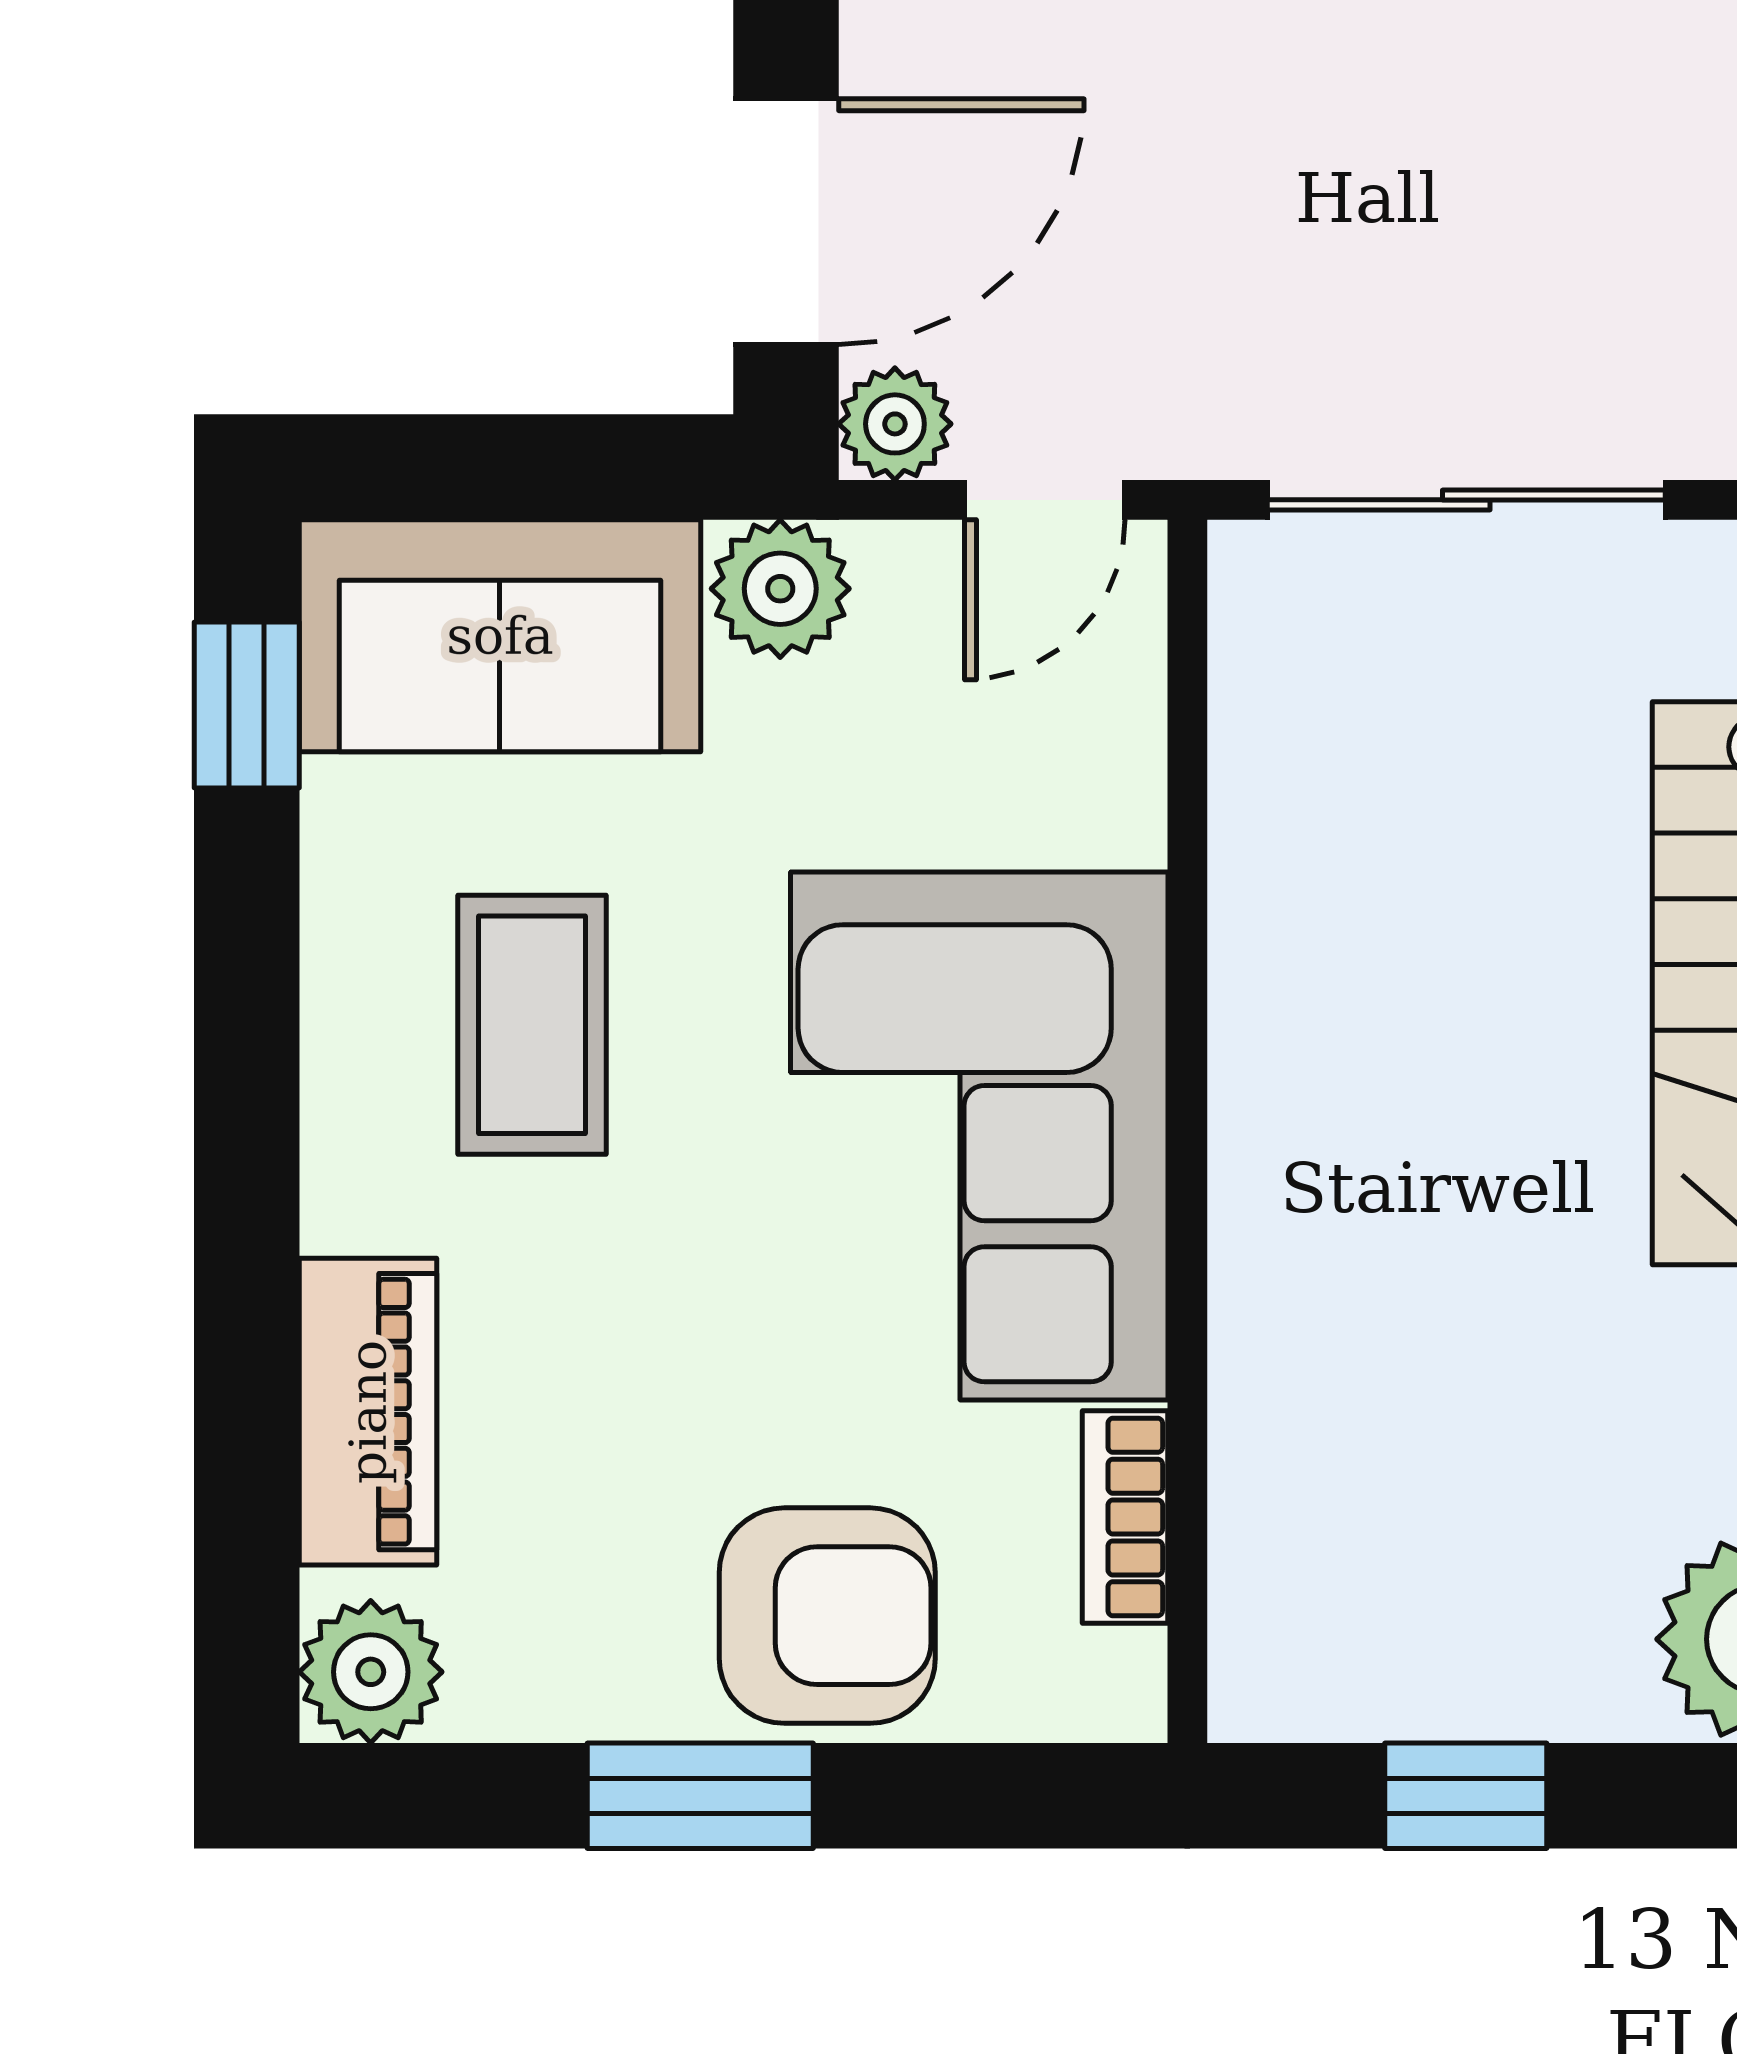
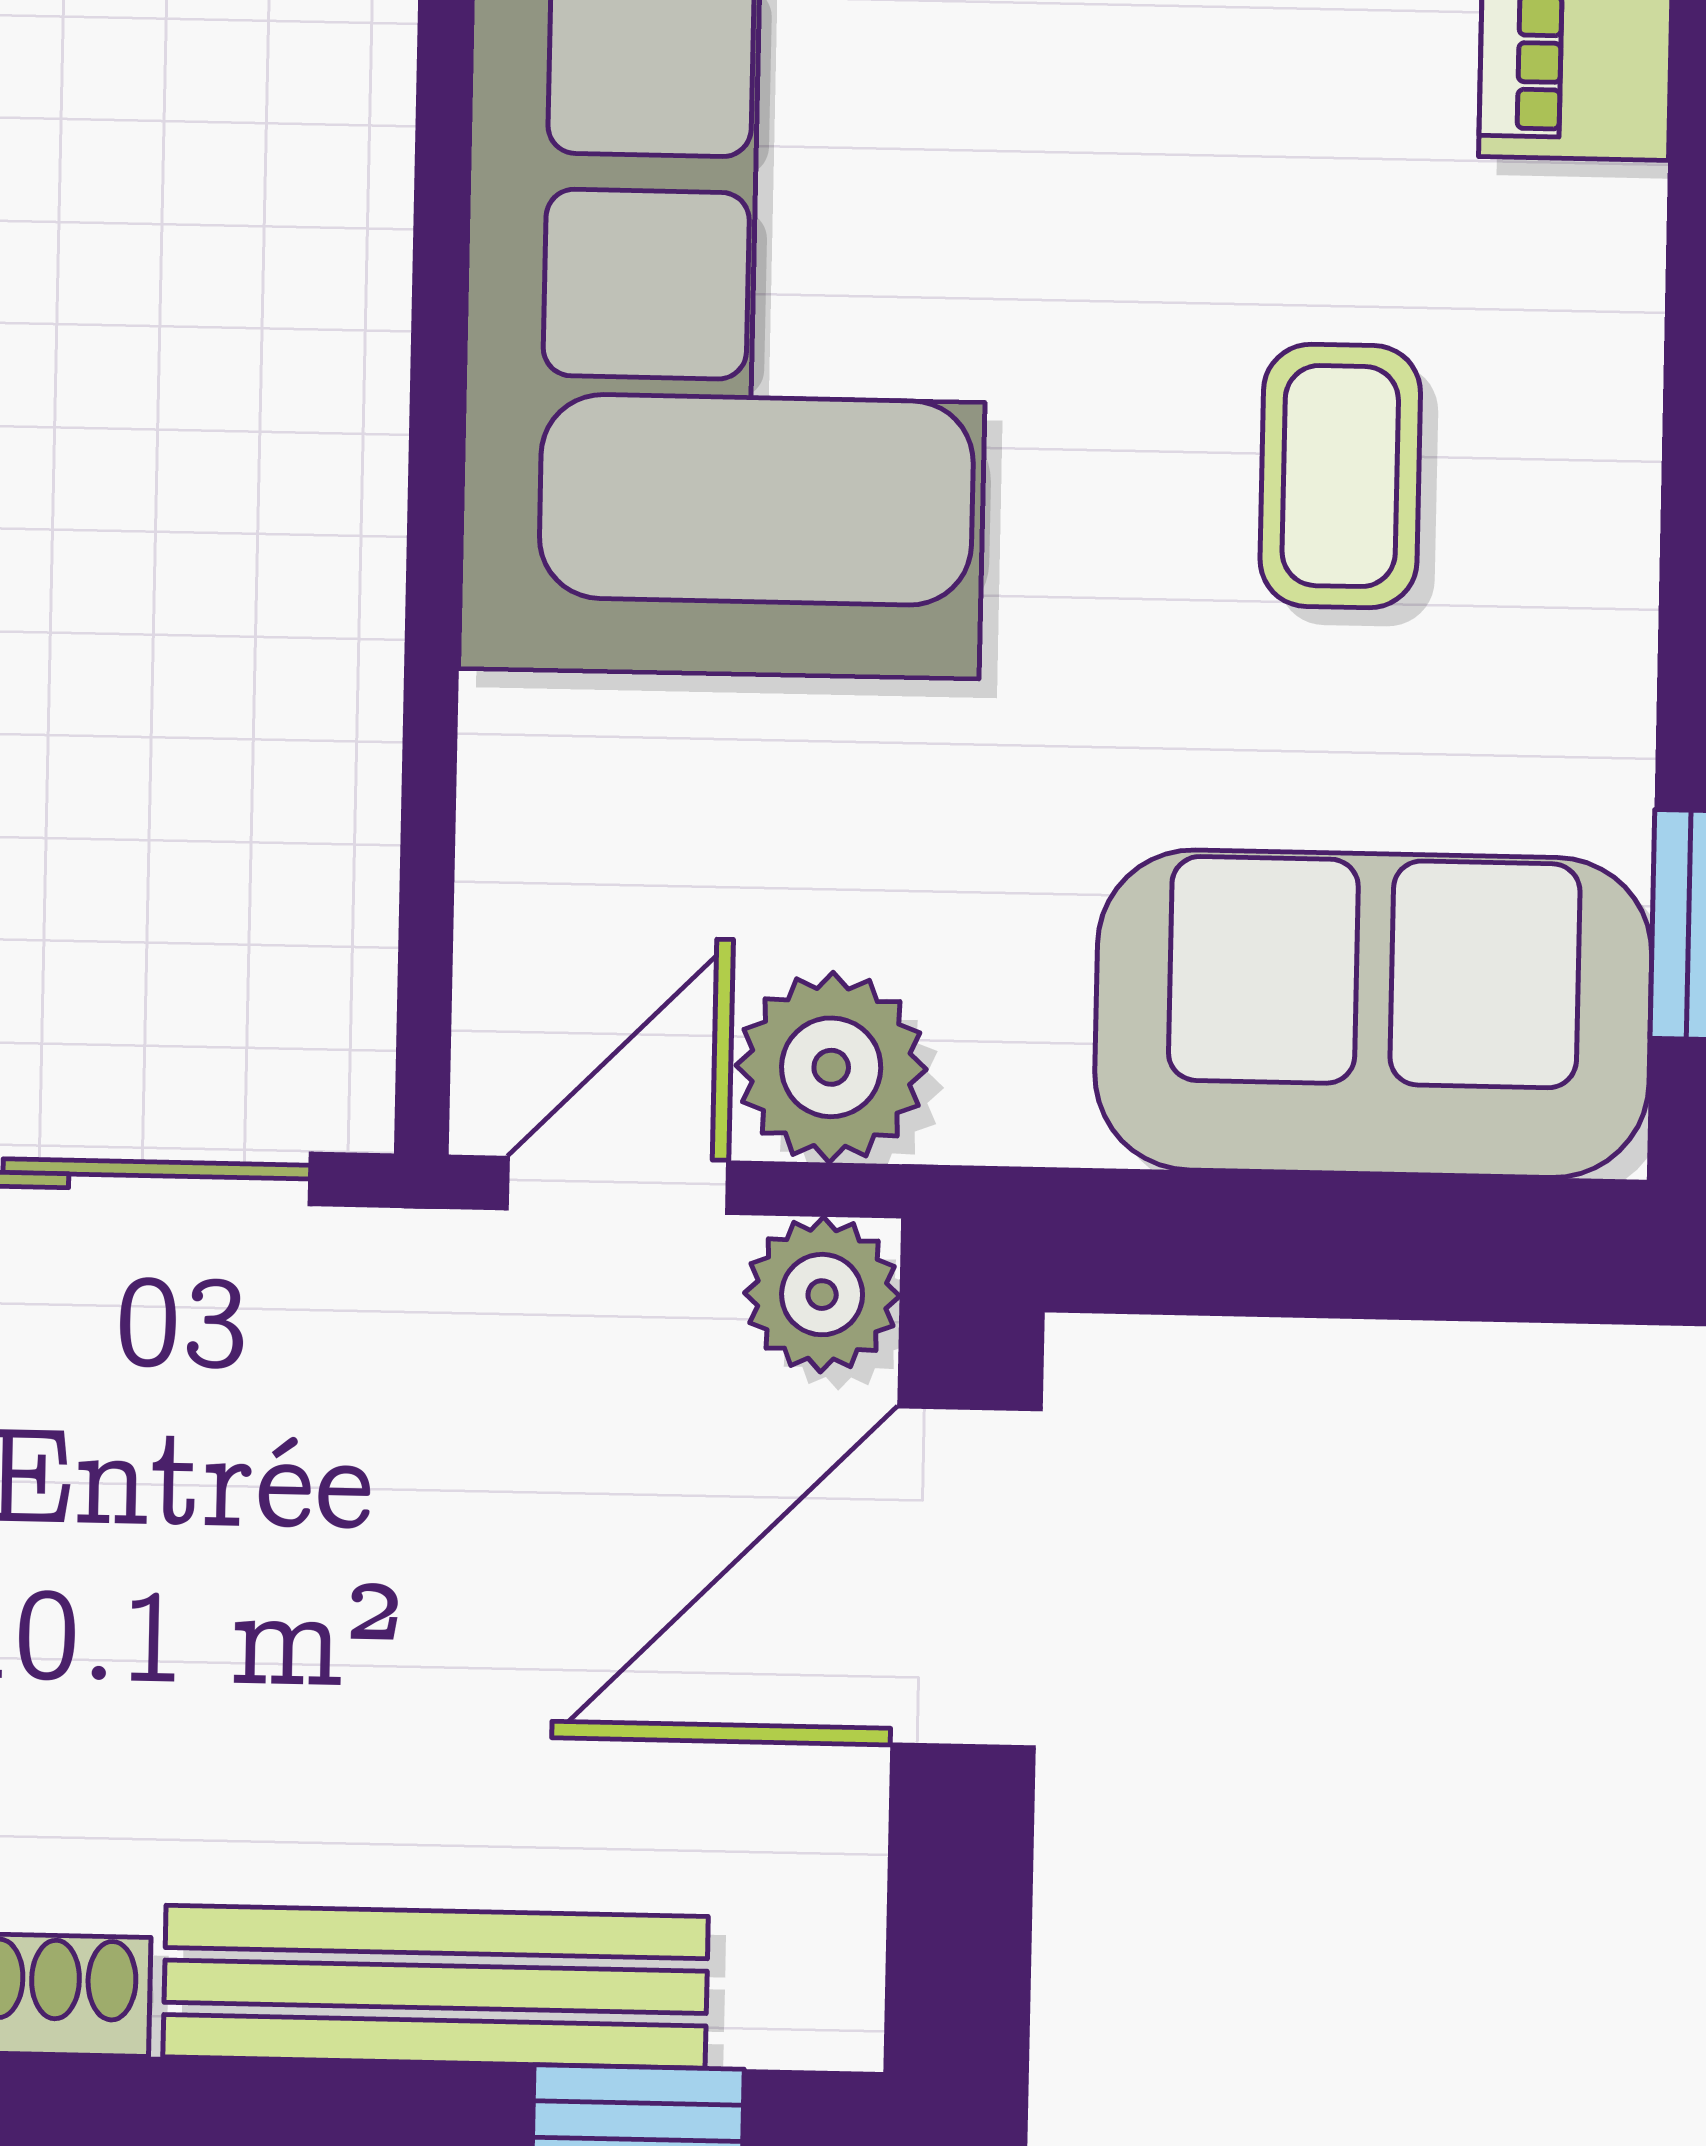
plant: (780, 589) -> (831, 1067), moved
coffee table: (532, 1025) -> (1340, 476), width x0.73, depth x0.77

